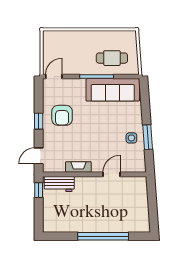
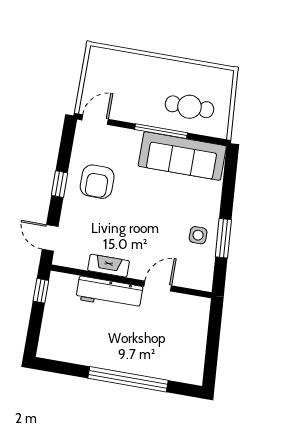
door: (39, 156) -> (50, 238), hinge flipped
workbench: (59, 184) -> (109, 293), moved, width x1.38

